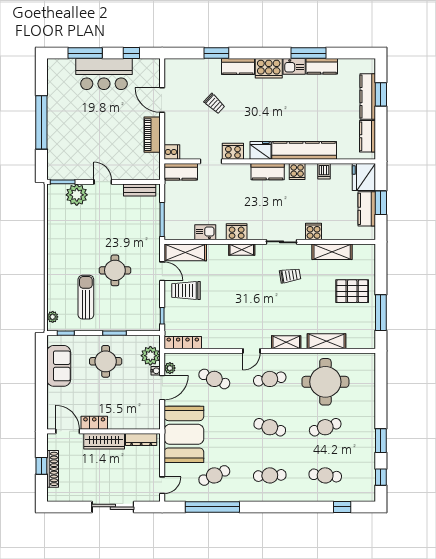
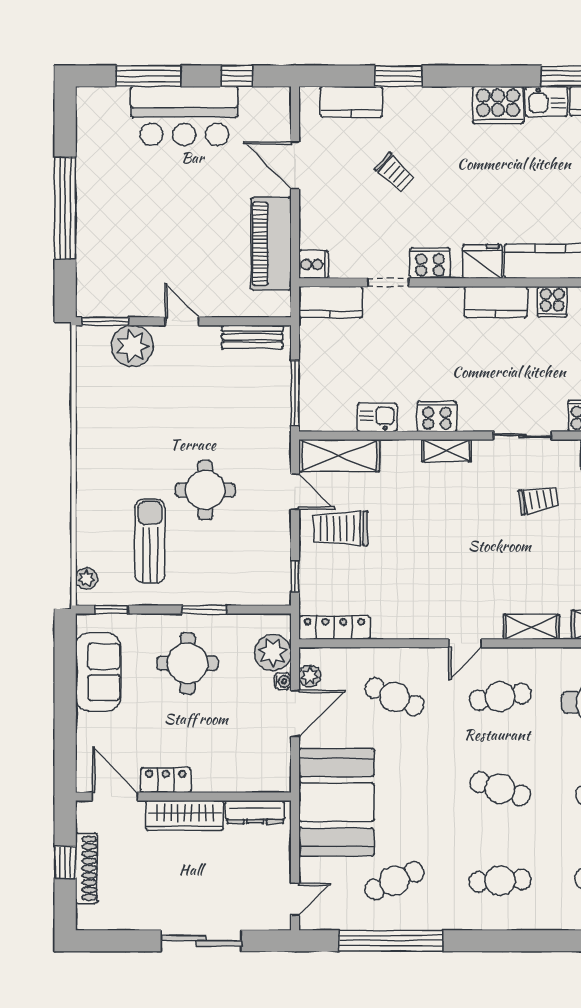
kitchen counter: (238, 67) -> (351, 102), moved
piano: (152, 135) -> (271, 244), width x1.37, depth x1.33

